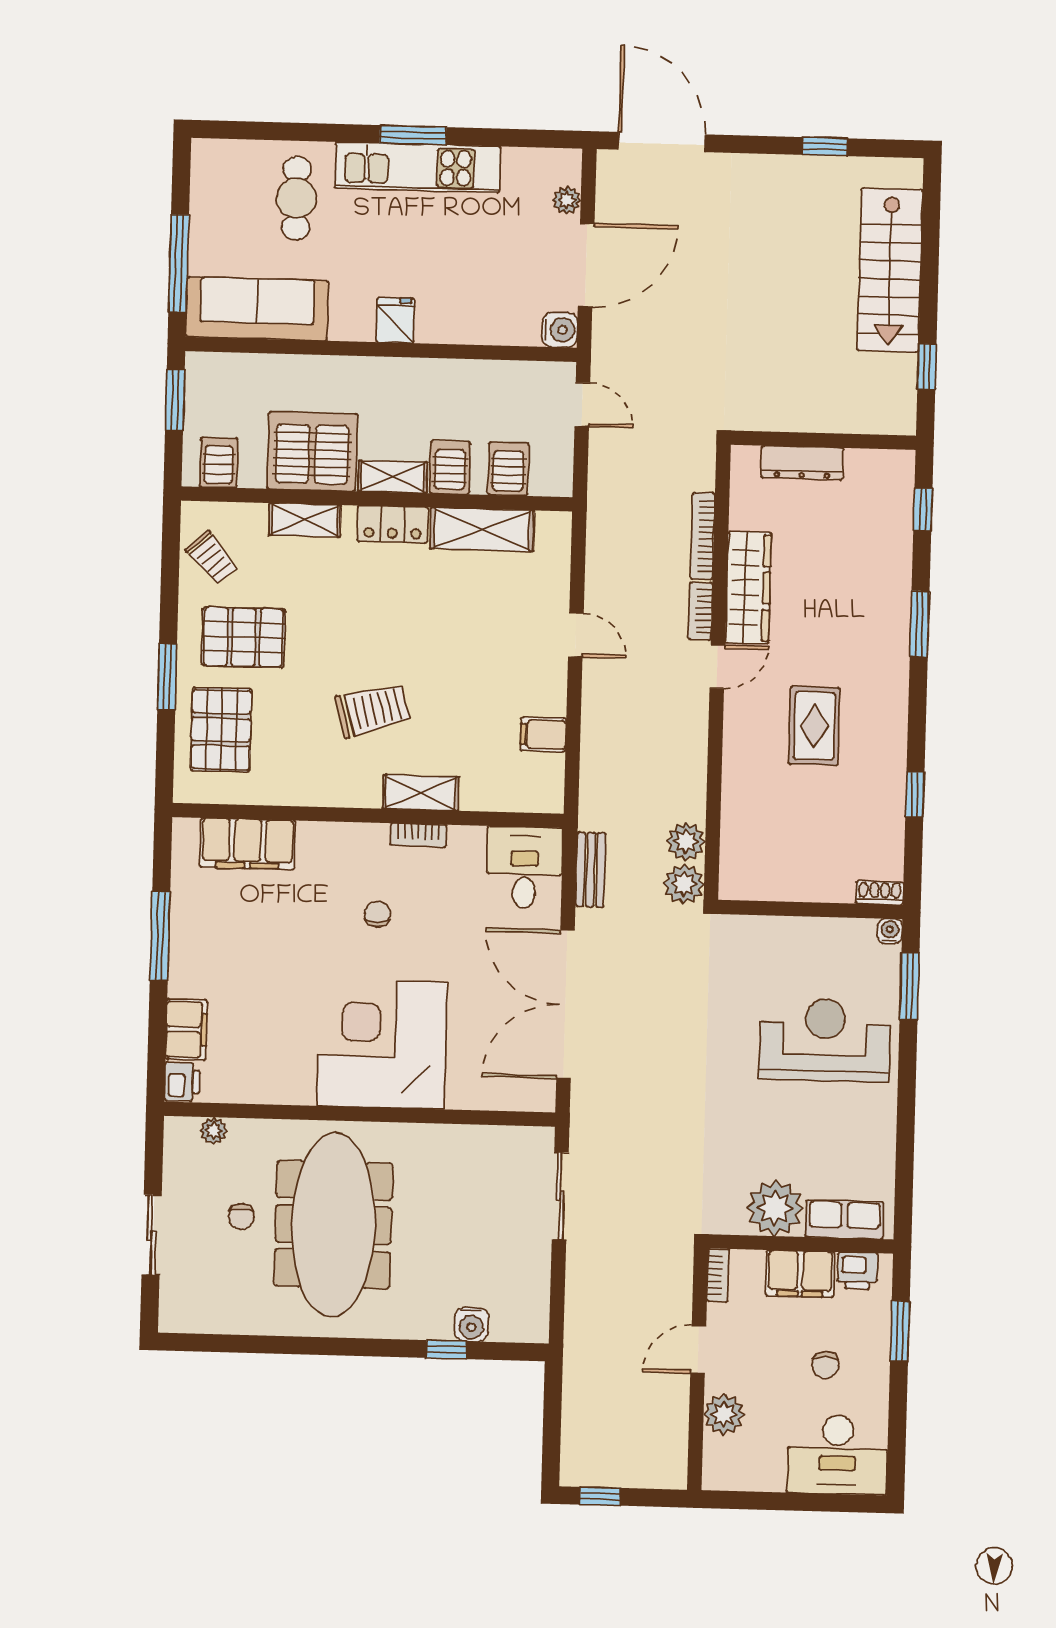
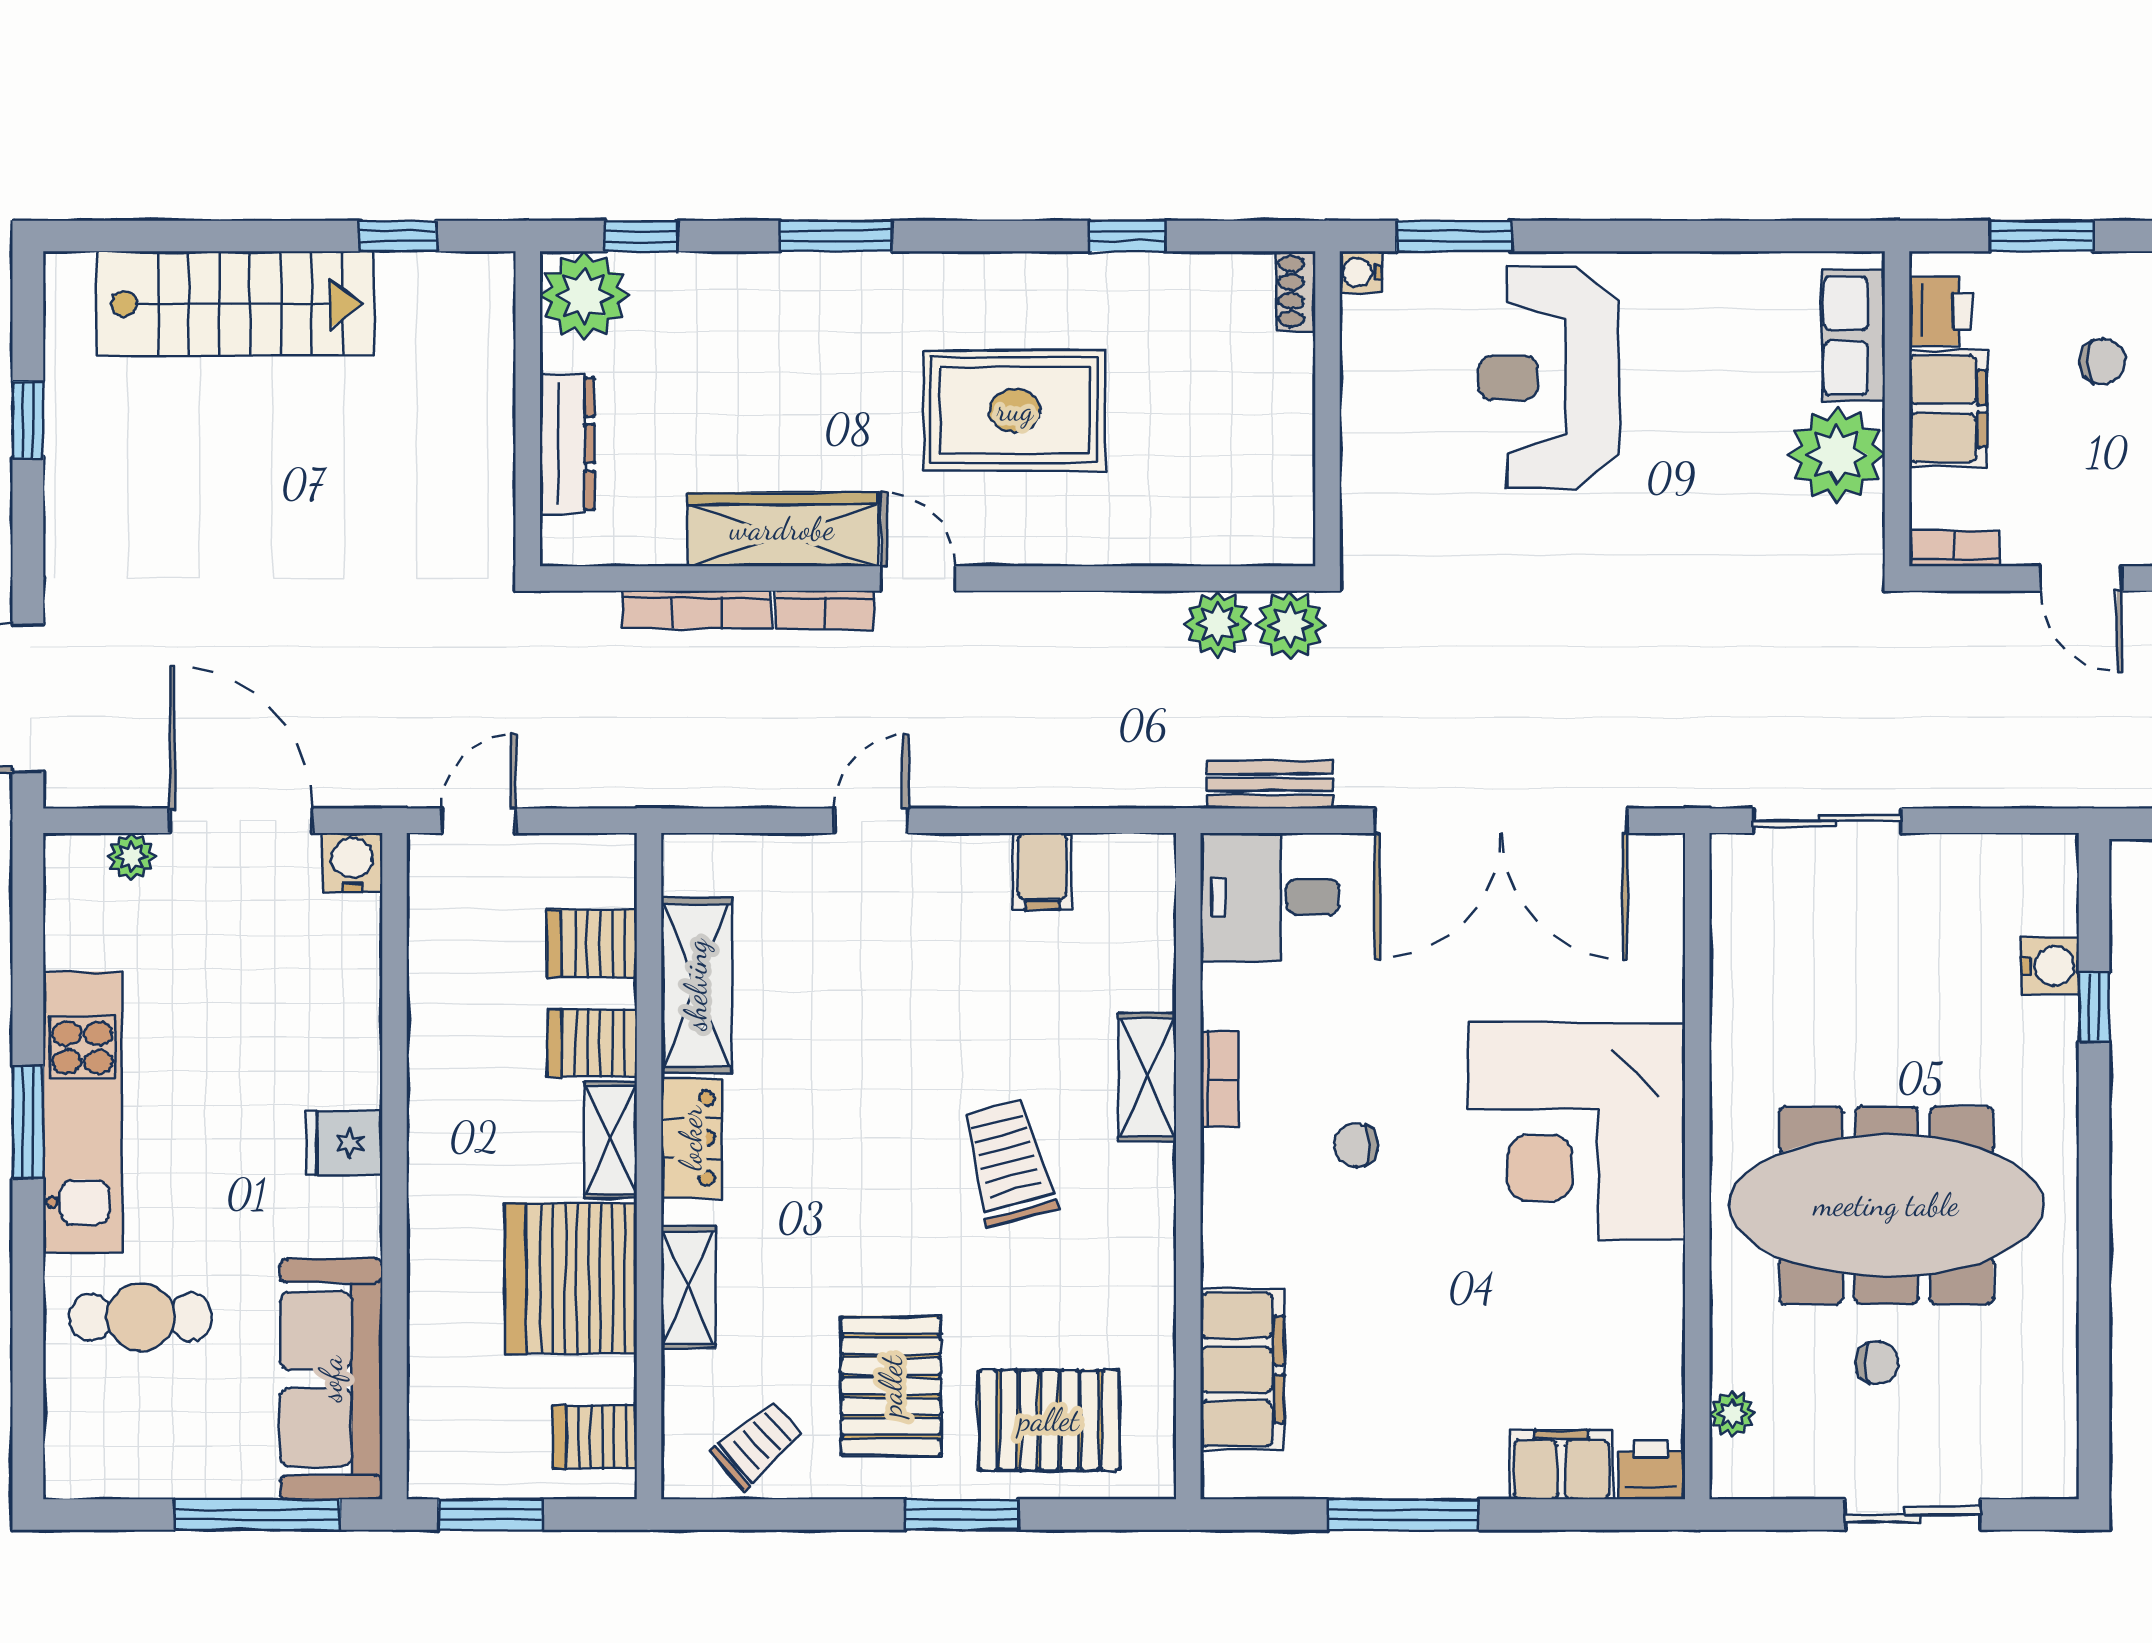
plant: (889, 475) -> (584, 296), added
rug: (814, 726) -> (1015, 410), width x1.36, depth x1.43

